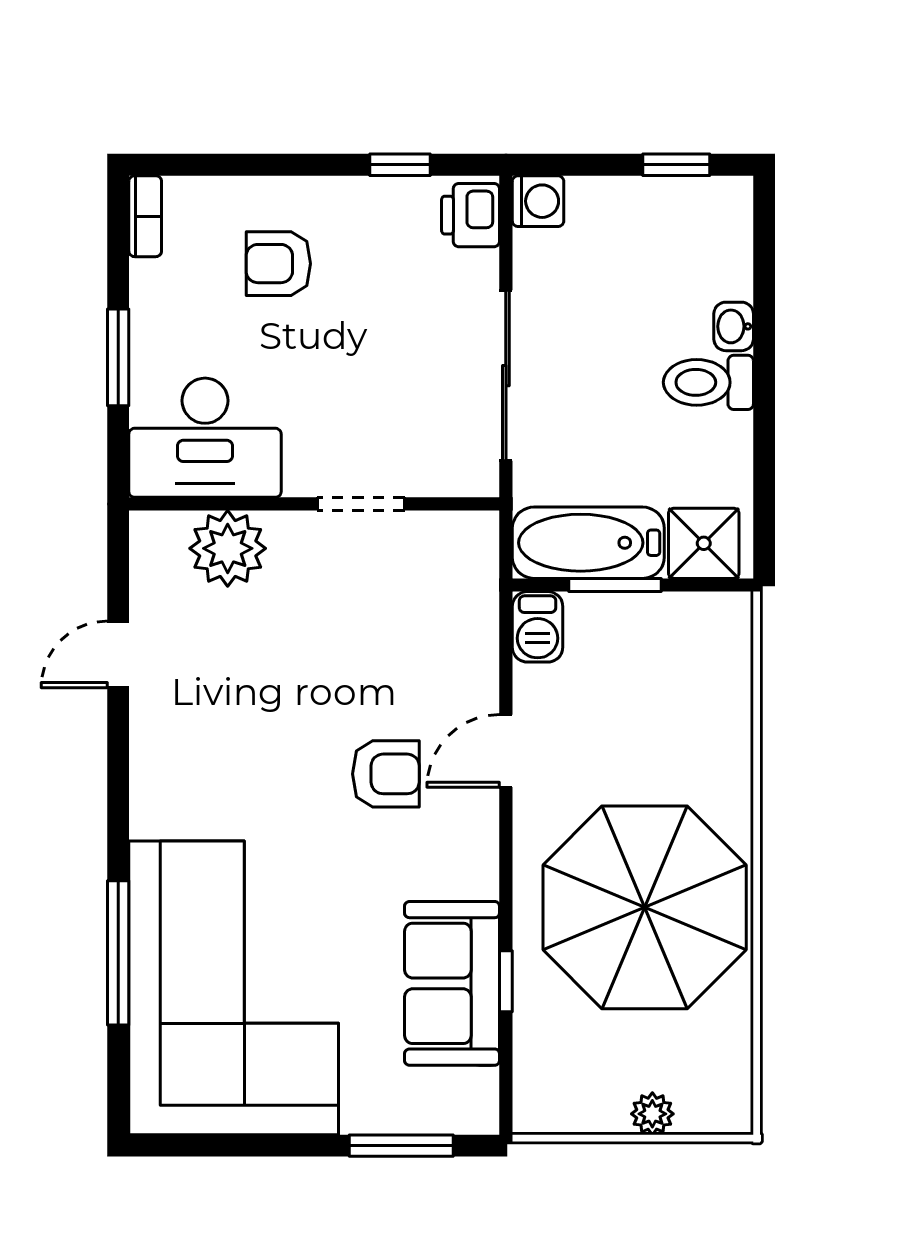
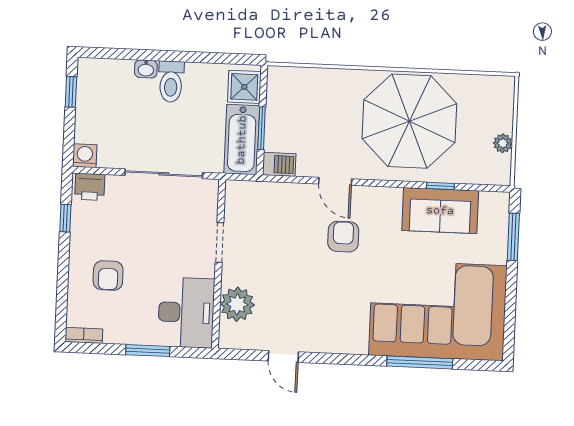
plant: (652, 1114) -> (503, 143), moved

